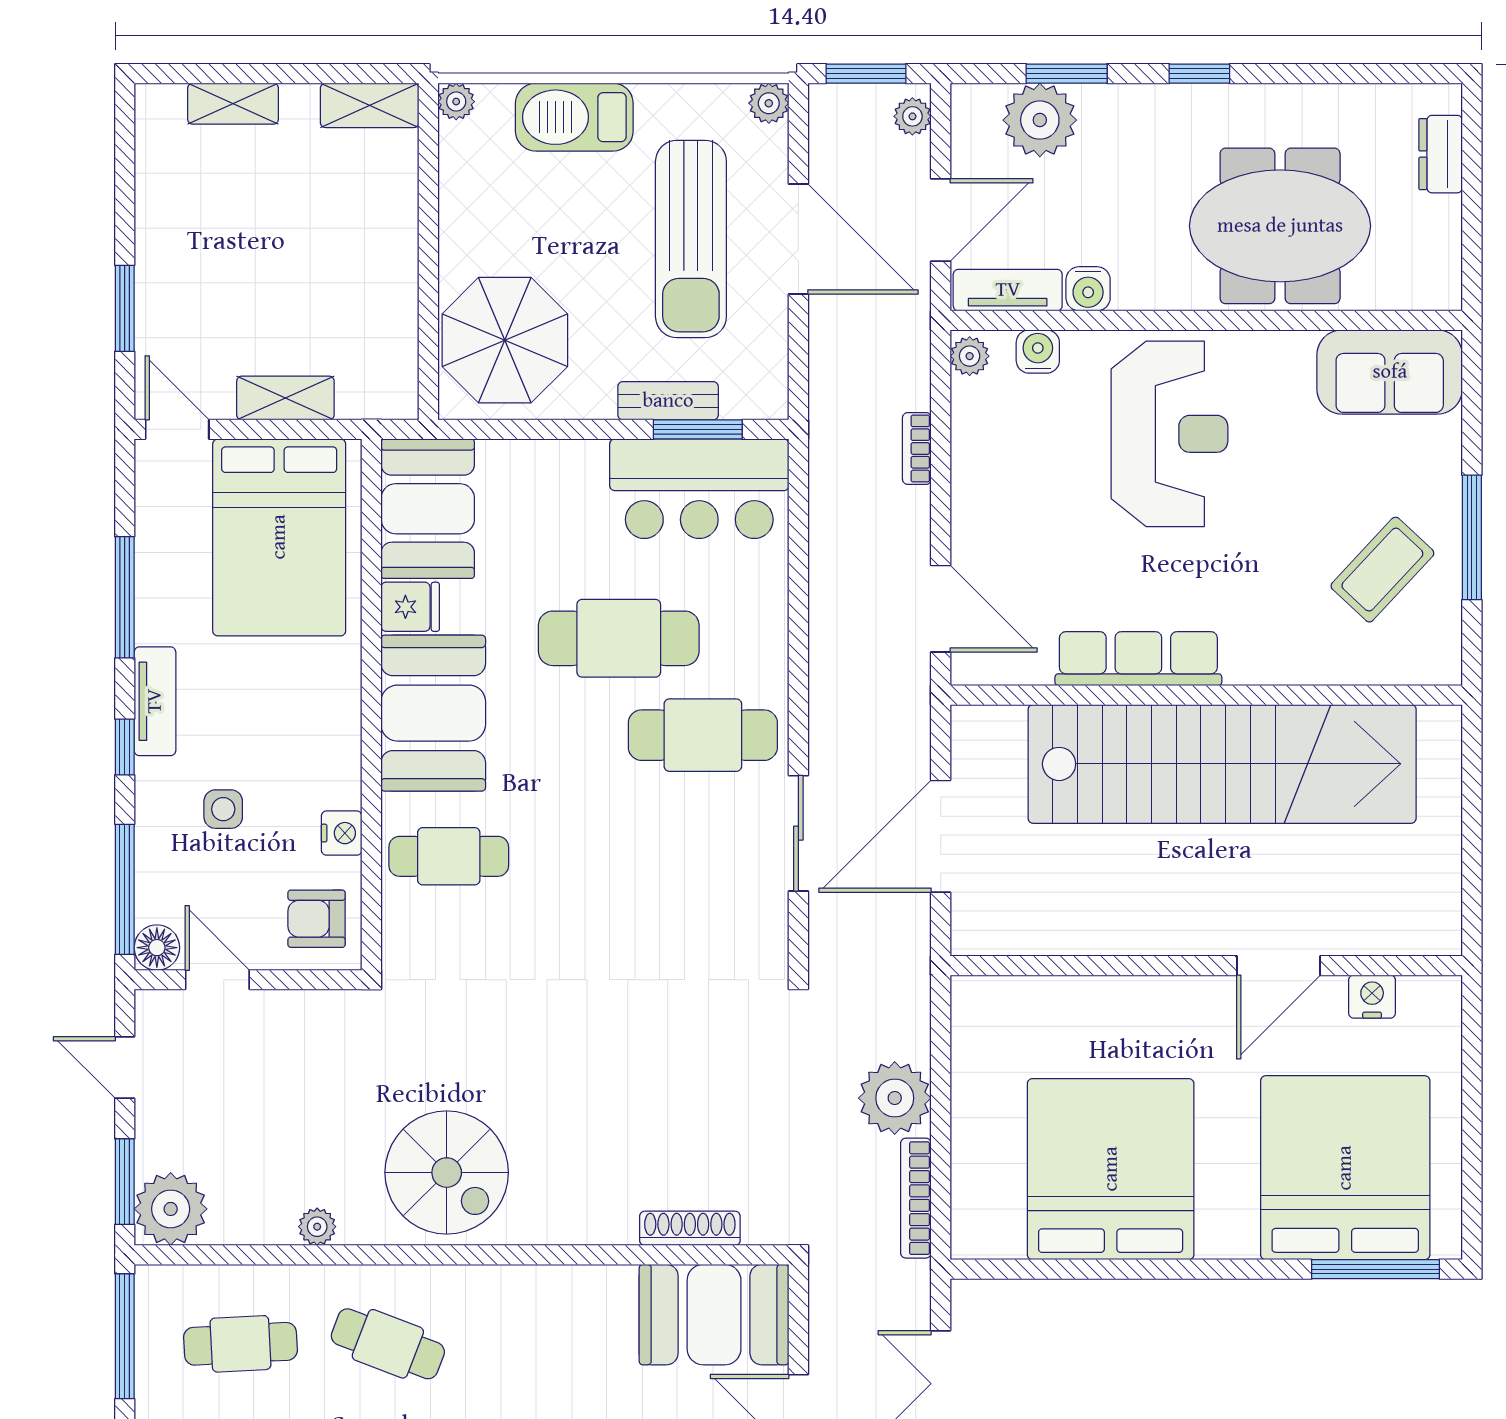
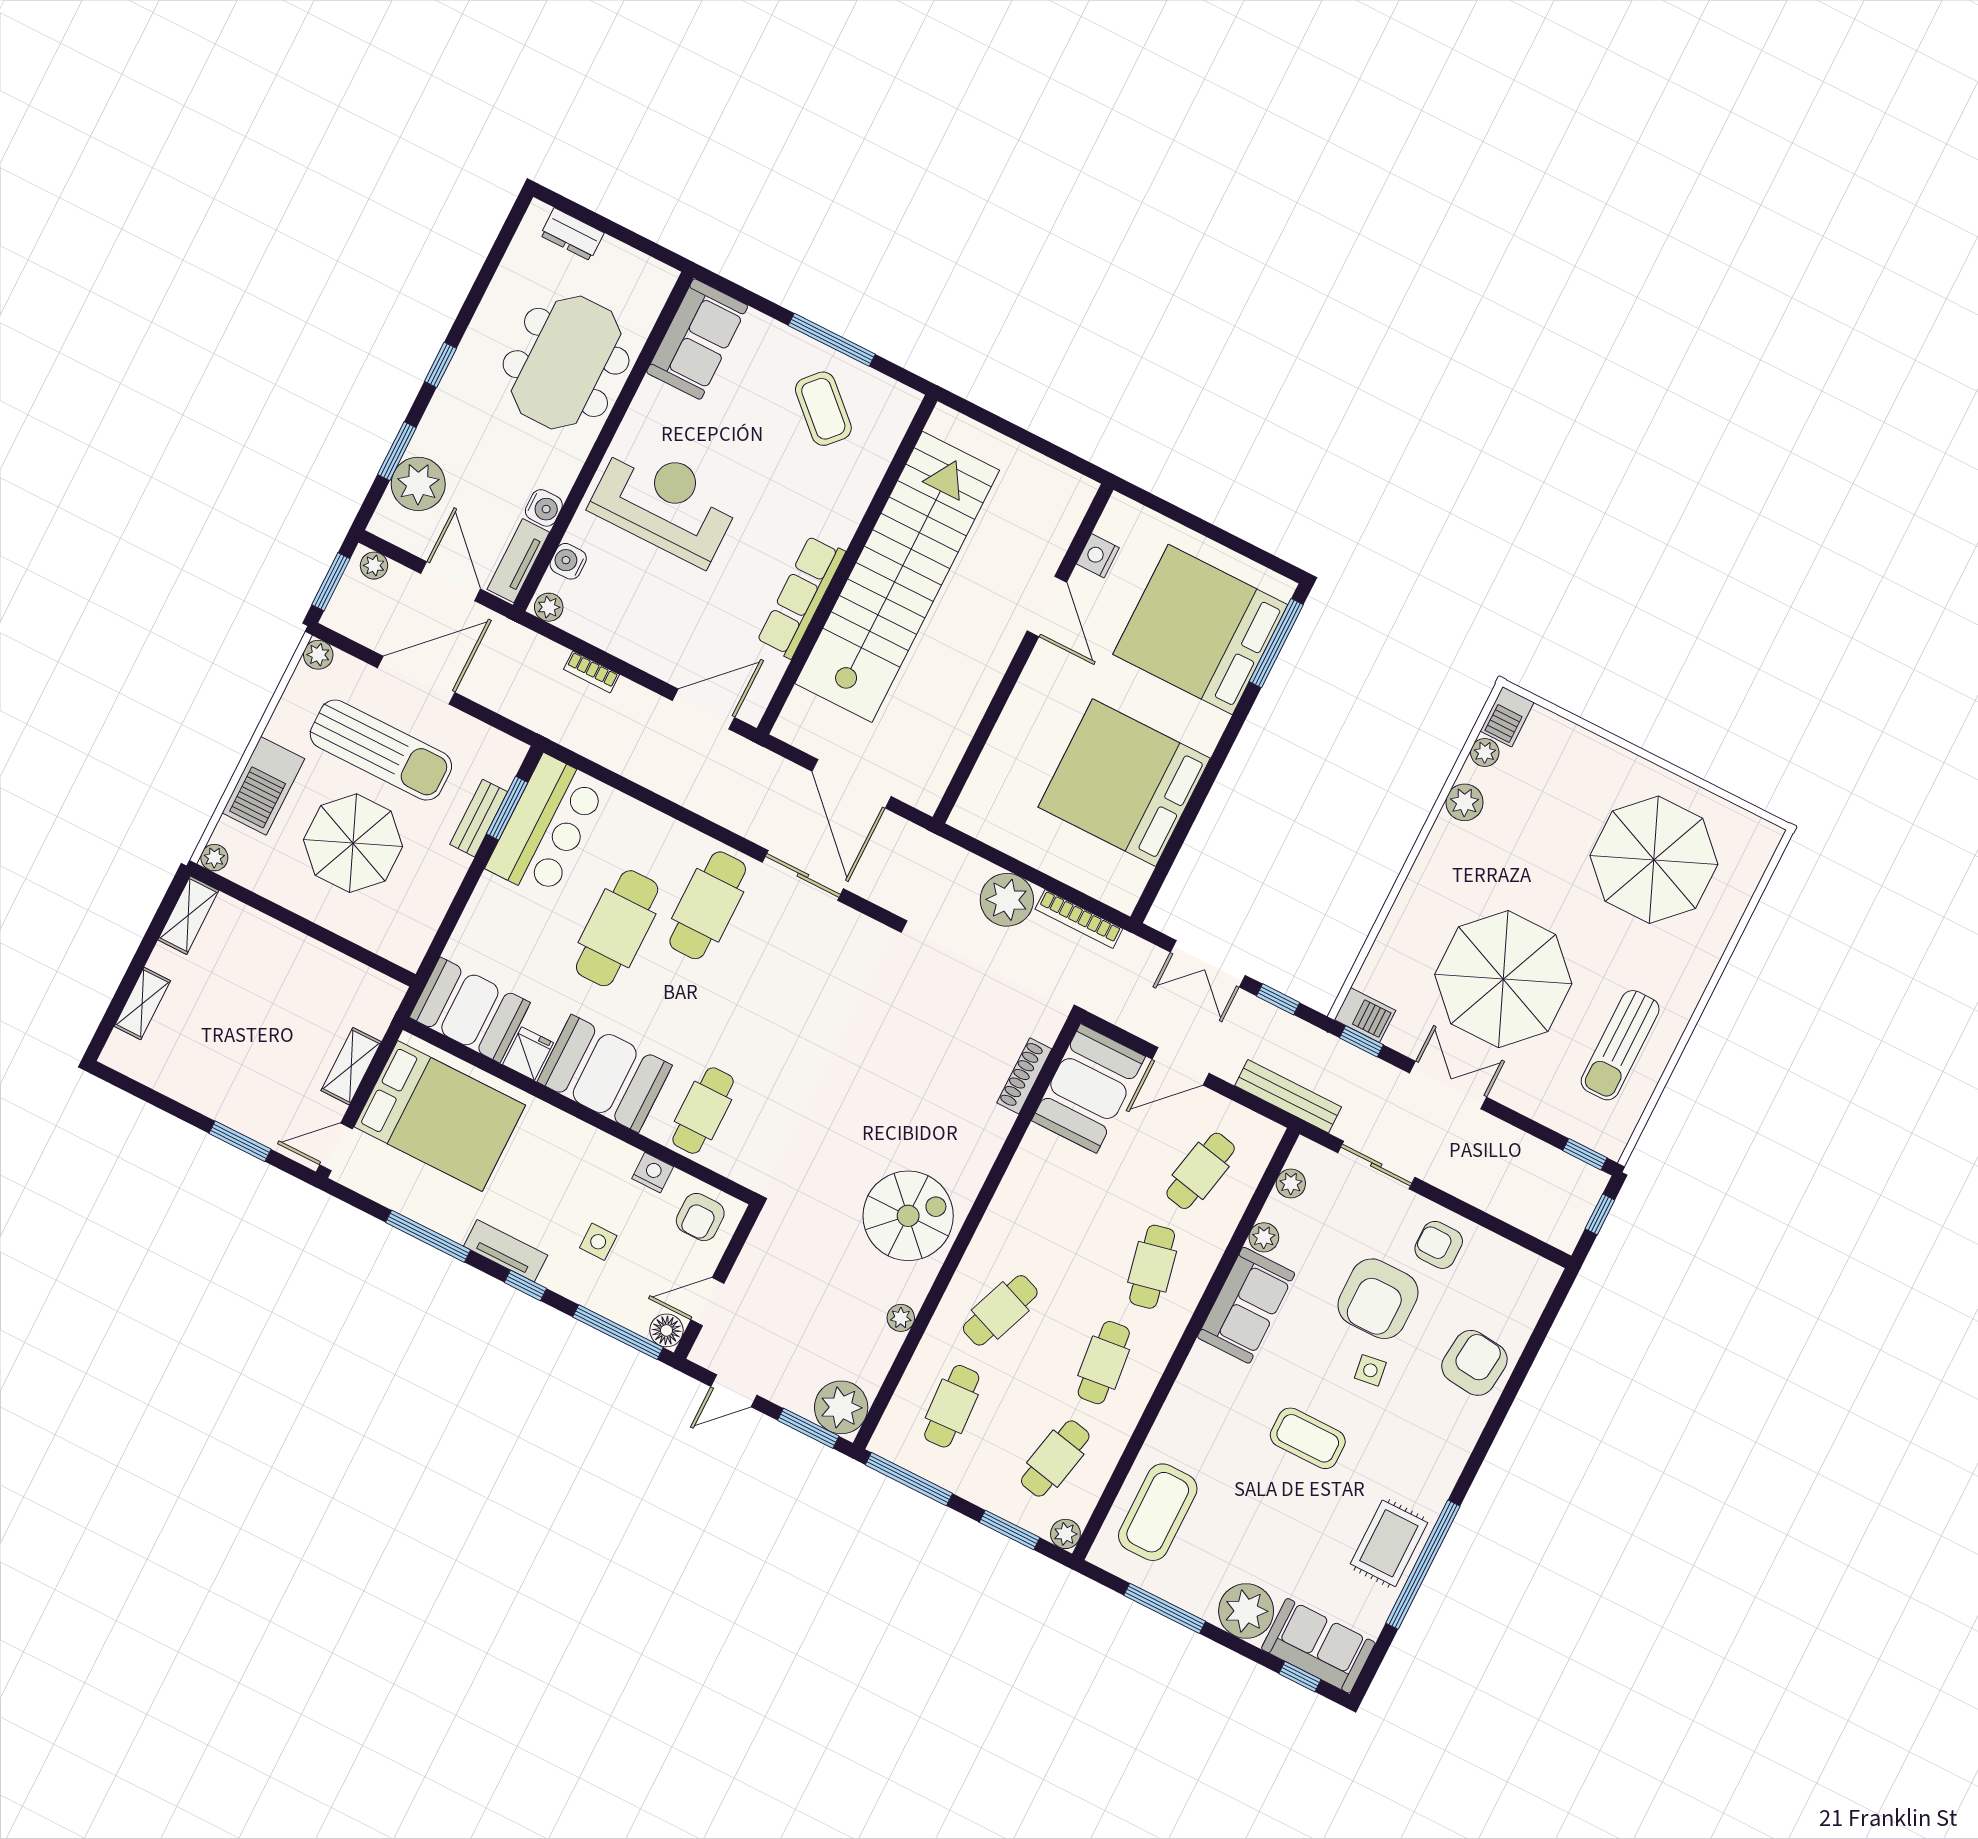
parasol: (505, 340) -> (353, 843), moved

